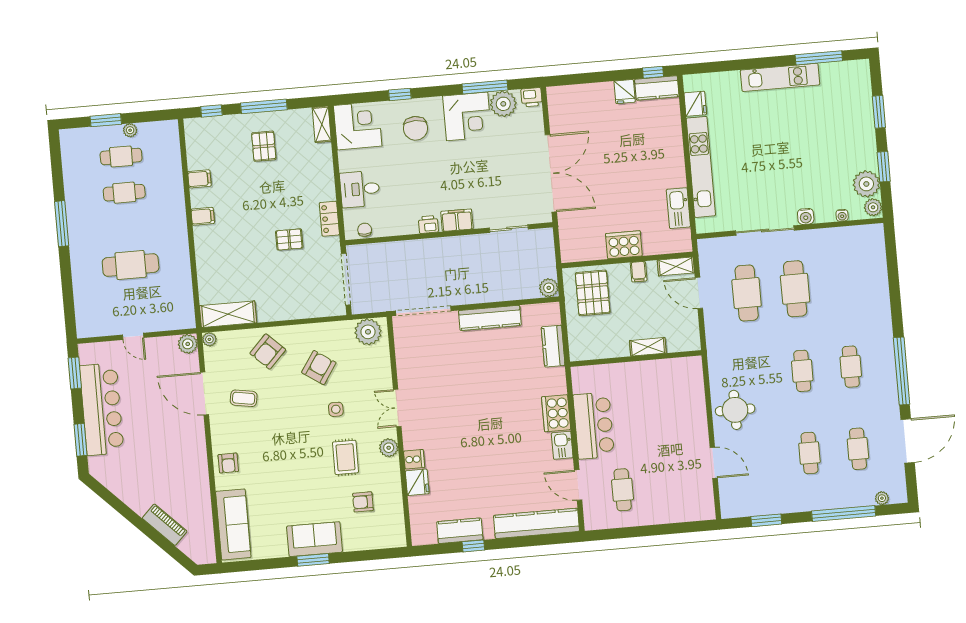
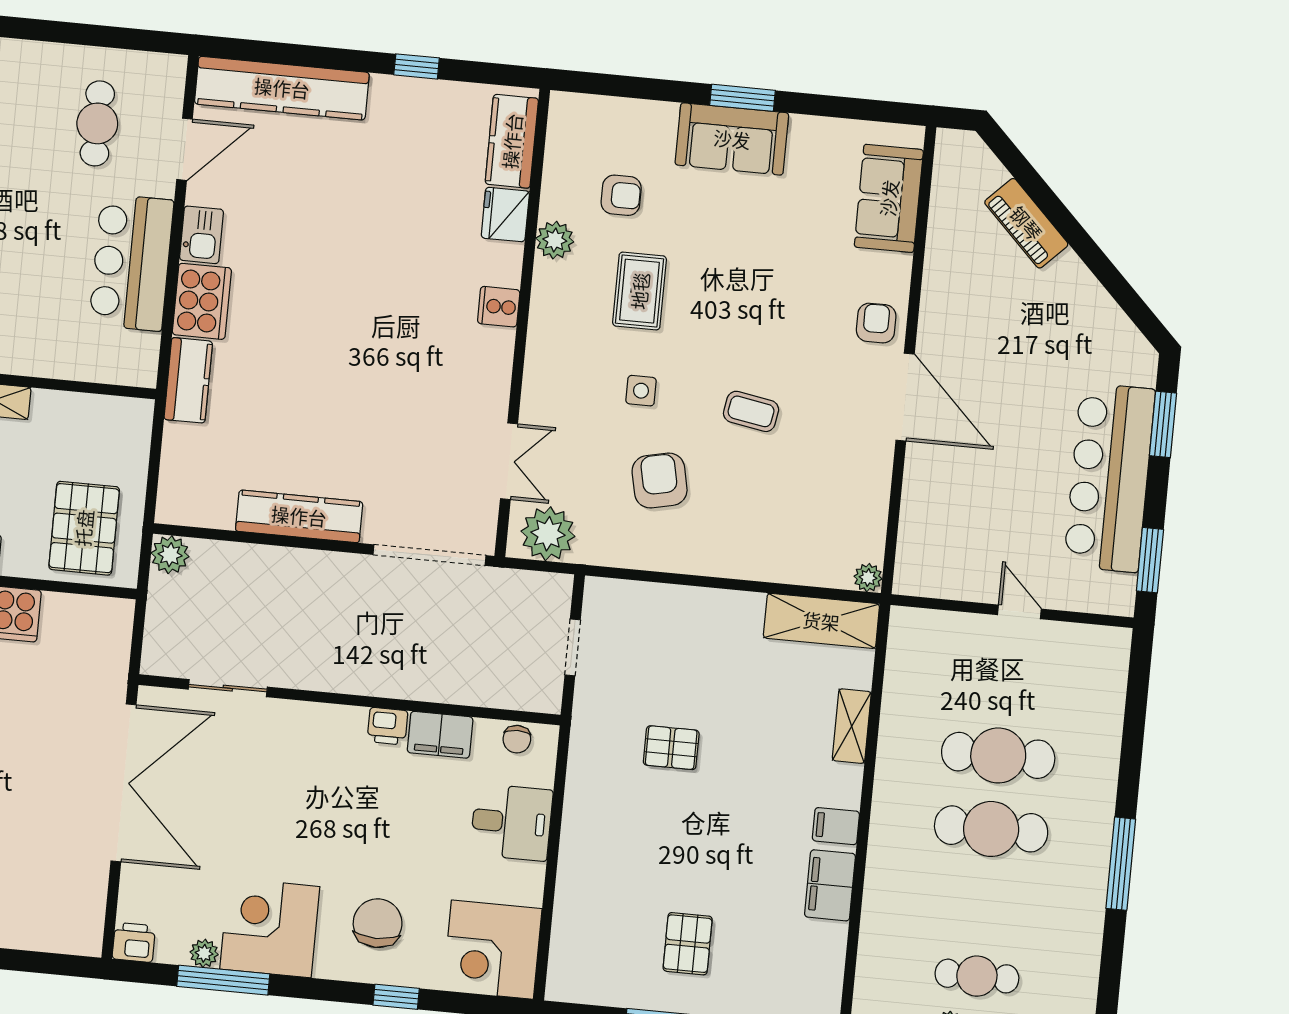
plant: (503, 104) -> (204, 953), width x0.53, depth x0.53
shelving: (322, 124) -> (852, 726), moved
double door: (551, 173) -> (123, 783), swing flipped
filing cabinet: (199, 179) -> (830, 885), width x2.00
cafe table: (124, 193) -> (991, 829), moved, width x1.37, depth x1.35
locker: (329, 219) -> (583, 774), removed
filing cabinet: (457, 220) -> (440, 735), moved
doorway: (346, 279) -> (573, 647), width x0.53
plant: (188, 344) -> (913, 576), removed
kitchen counter: (553, 346) -> (188, 380), moved
armchair: (268, 352) -> (756, 531), removed
armchair: (319, 368) -> (660, 481), turned 134
door: (204, 394) -> (905, 397), moved
coffee table: (244, 398) -> (751, 411), moved
double door: (397, 408) -> (509, 461), moved
plant: (389, 448) -> (555, 240), moved
cooker: (414, 459) -> (499, 307), moved
door: (578, 485) -> (184, 149), hinge flipped
sofa: (233, 524) -> (889, 198), width x0.73
kitchen counter: (460, 531) -> (512, 141), moved, turned 90

